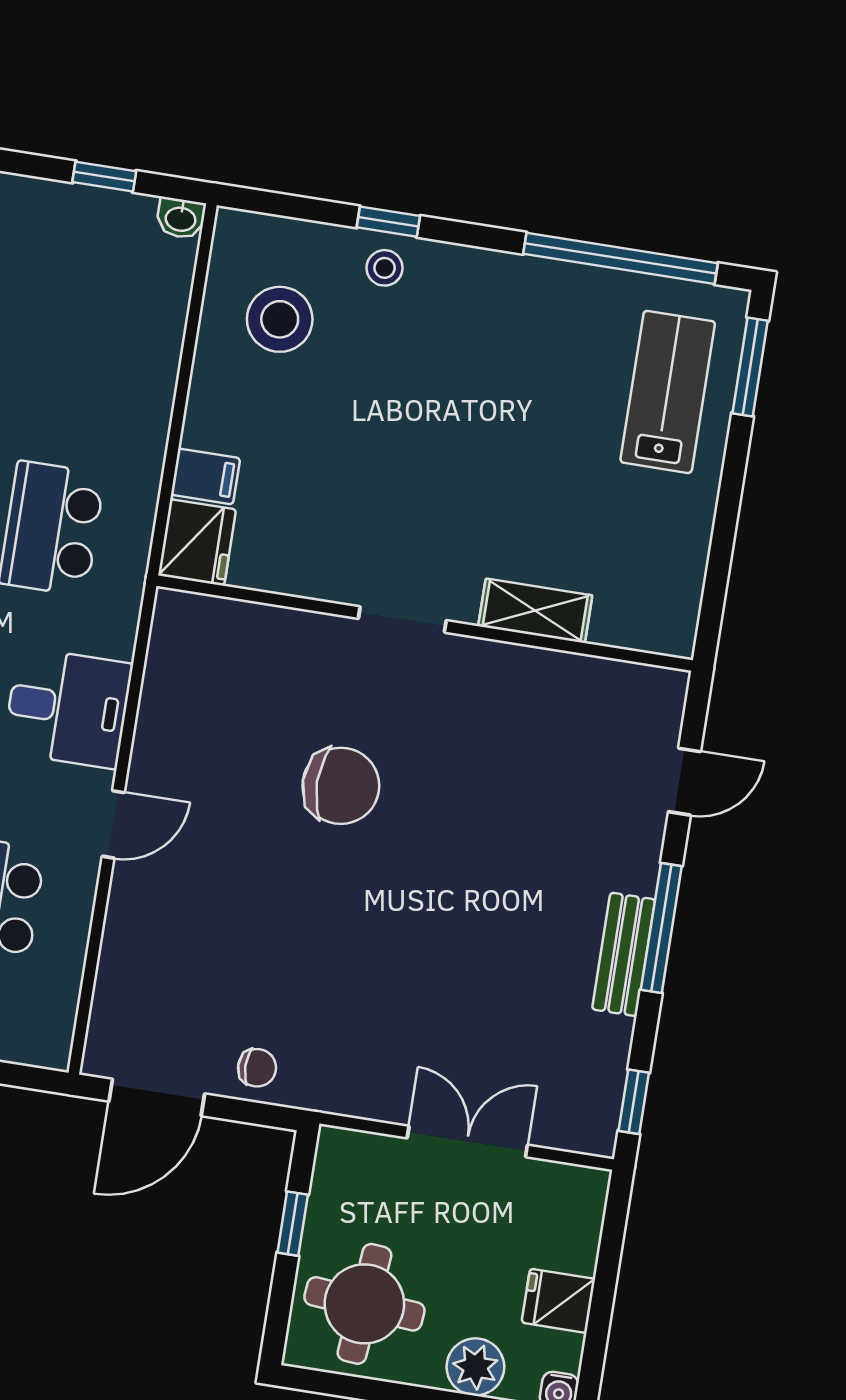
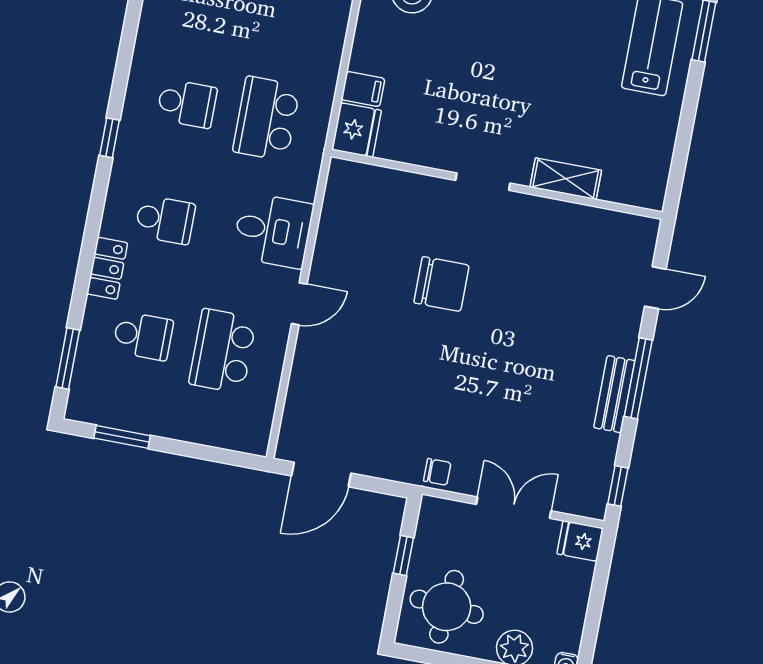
chair: (257, 1068) -> (437, 472), moved
fridge: (558, 1301) -> (580, 541), moved

